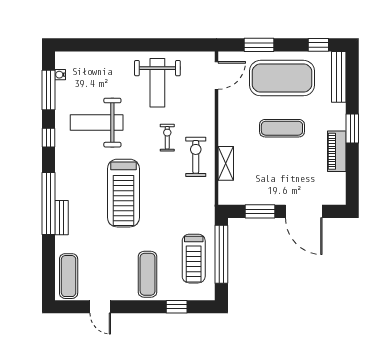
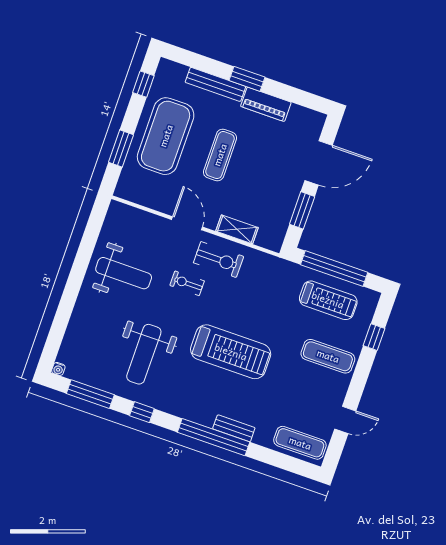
water cooler: (60, 75) -> (58, 369), moved
door: (217, 75) -> (187, 223), moved
bench: (339, 77) -> (215, 84), moved
exercise bike: (196, 157) -> (219, 260), turned 180

